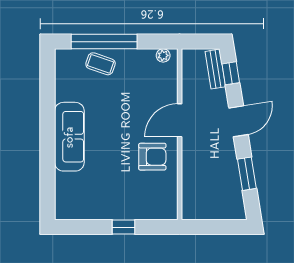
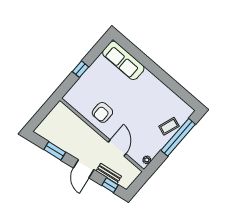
bench: (215, 69) -> (109, 174), moved
door: (180, 120) -> (117, 148), moved
sofa: (69, 137) -> (123, 60), moved

